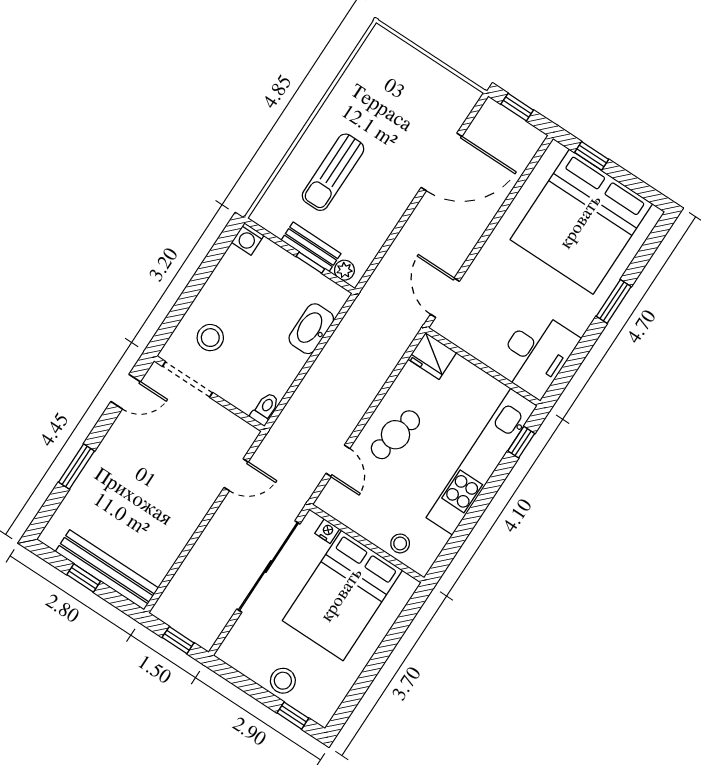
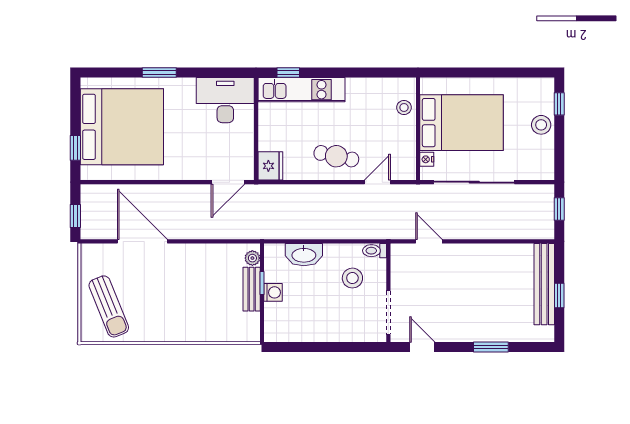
sun lounger: (333, 172) -> (109, 306), moved, turned 68
washing machine: (248, 239) -> (273, 292), moved
stool: (210, 338) -> (352, 278), moved
kitchen unit: (482, 462) -> (302, 90), width x0.73

